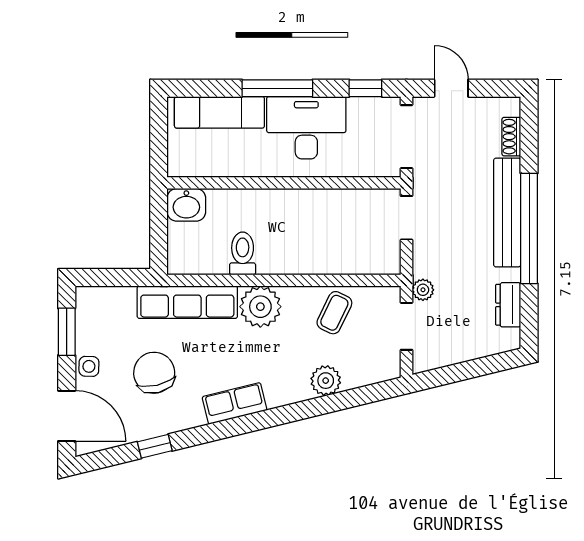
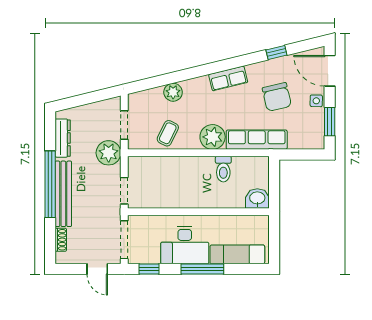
plant: (423, 290) -> (109, 153), width x1.87, depth x1.87
dresser: (508, 305) -> (63, 138), width x1.44

